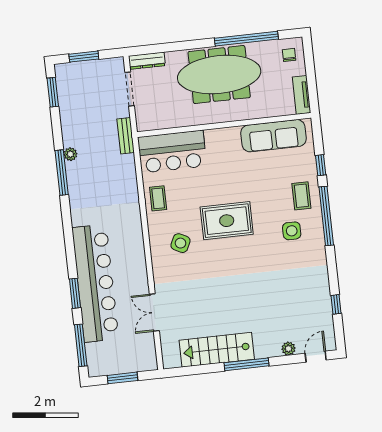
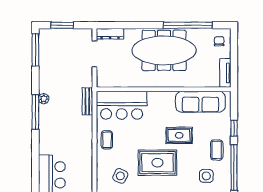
window: (53, 92) -> (35, 50), width x1.44
bench: (126, 136) -> (87, 101), moved
rug: (251, 182) -> (179, 135), added

